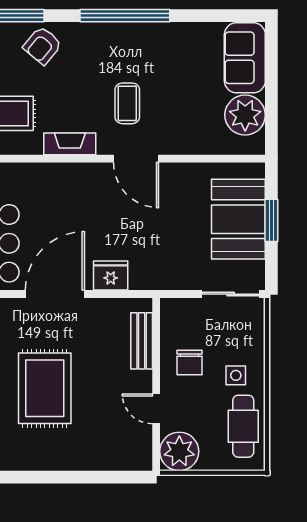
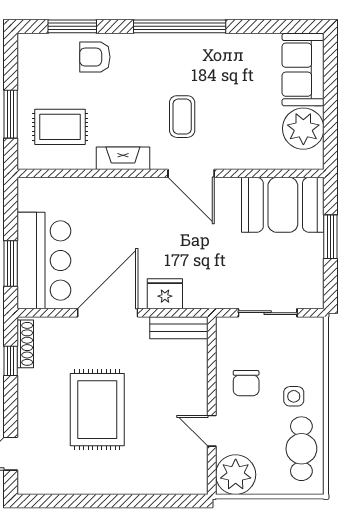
armchair: (42, 45) -> (95, 57), turned 50
booth: (238, 219) -> (283, 205), moved, turned 90
sliding door: (231, 294) -> (268, 313), moved
bench: (142, 341) -> (179, 328), moved, turned 90

